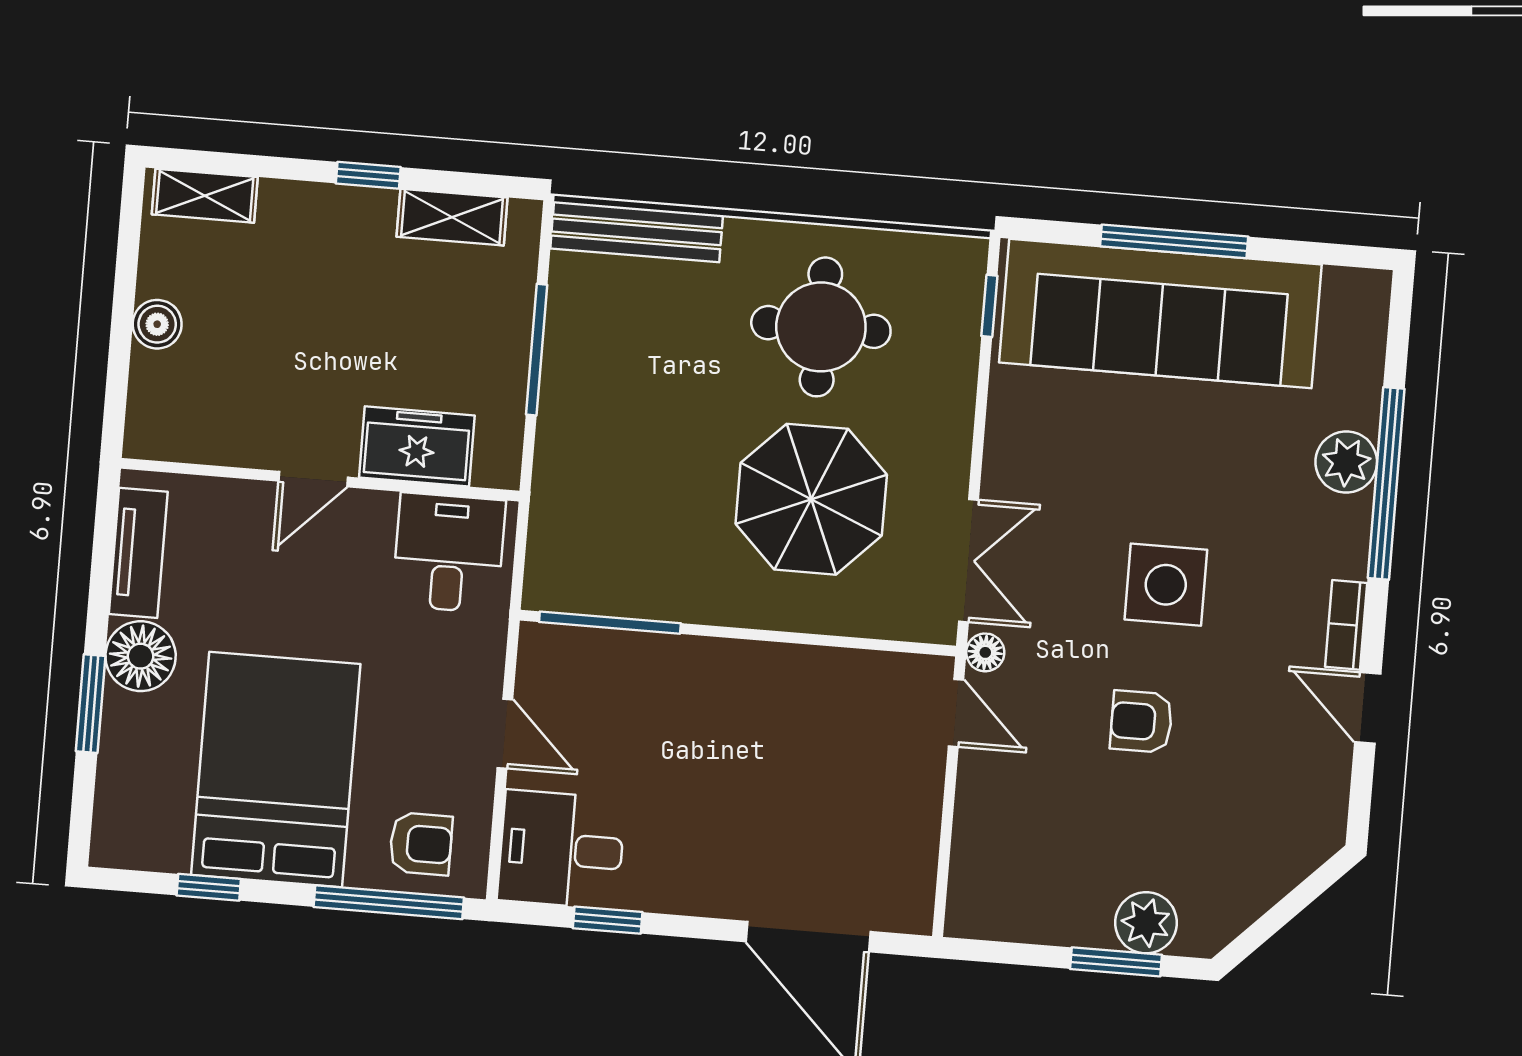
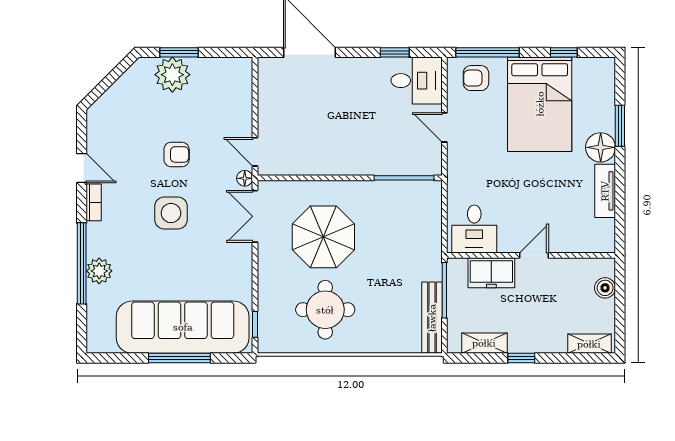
bench: (637, 232) -> (432, 318), moved, turned 90
freezer: (417, 446) -> (491, 273), moved
door: (313, 479) -> (534, 255), moved
wall: (320, 480) -> (531, 255), moved
desk: (449, 553) -> (474, 229), moved
plant: (1146, 923) -> (172, 75), width x1.36, depth x1.36

